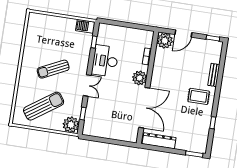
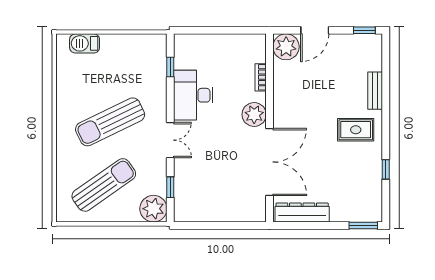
barbecue: (85, 26) -> (85, 43), moved
sun lounger: (53, 69) -> (110, 122), width x1.36, depth x1.34

